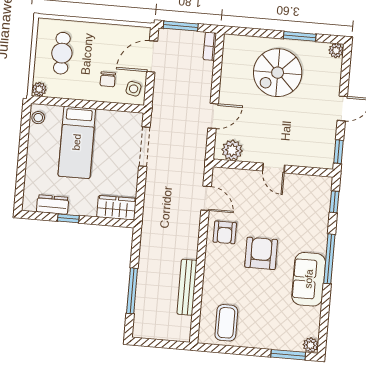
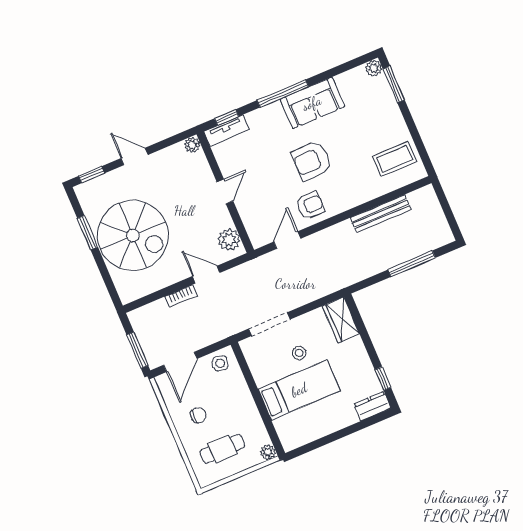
bookcase: (210, 46) -> (181, 296), moved
plant: (336, 51) -> (192, 145), moved
door: (152, 56) -> (180, 362), hinge flipped
spiral stairs: (278, 73) -> (133, 235), width x1.37, depth x1.37
chair: (108, 79) -> (198, 415), moved
stool: (38, 118) -> (299, 353), moved
window: (339, 152) -> (91, 175), moved
tv unit: (323, 196) -> (227, 131), added
dresser: (53, 205) -> (372, 406), moved, turned 90
window: (68, 218) -> (383, 379), moved

